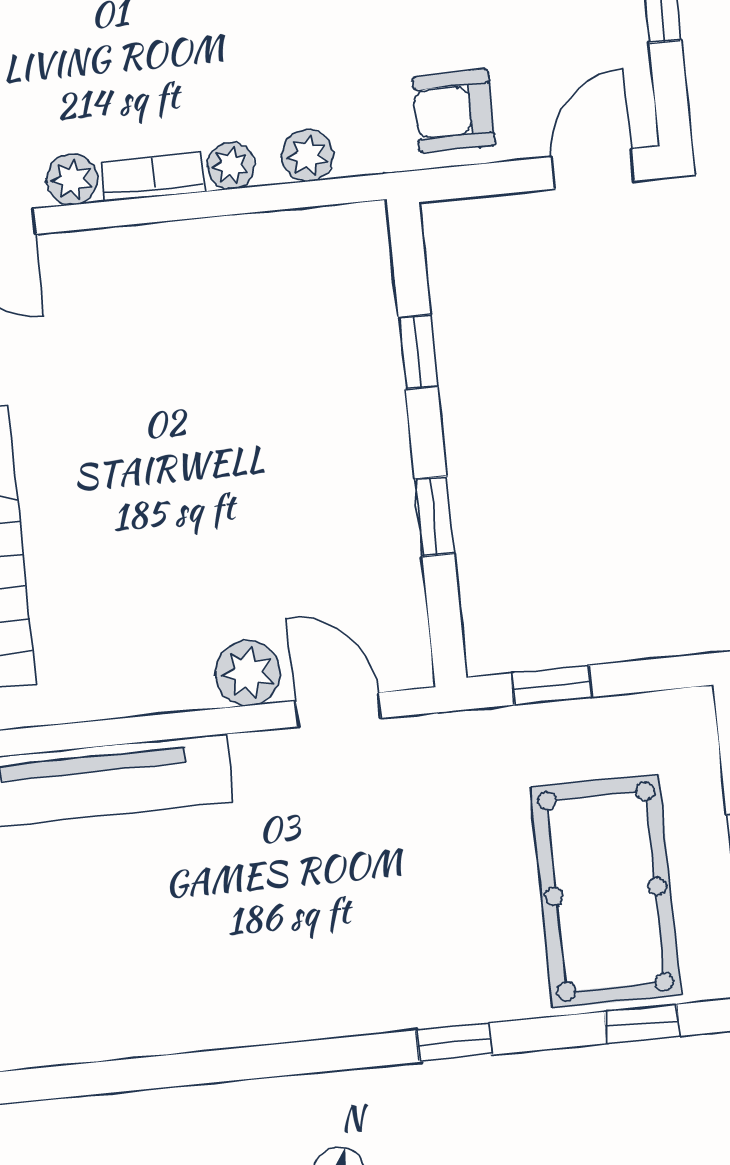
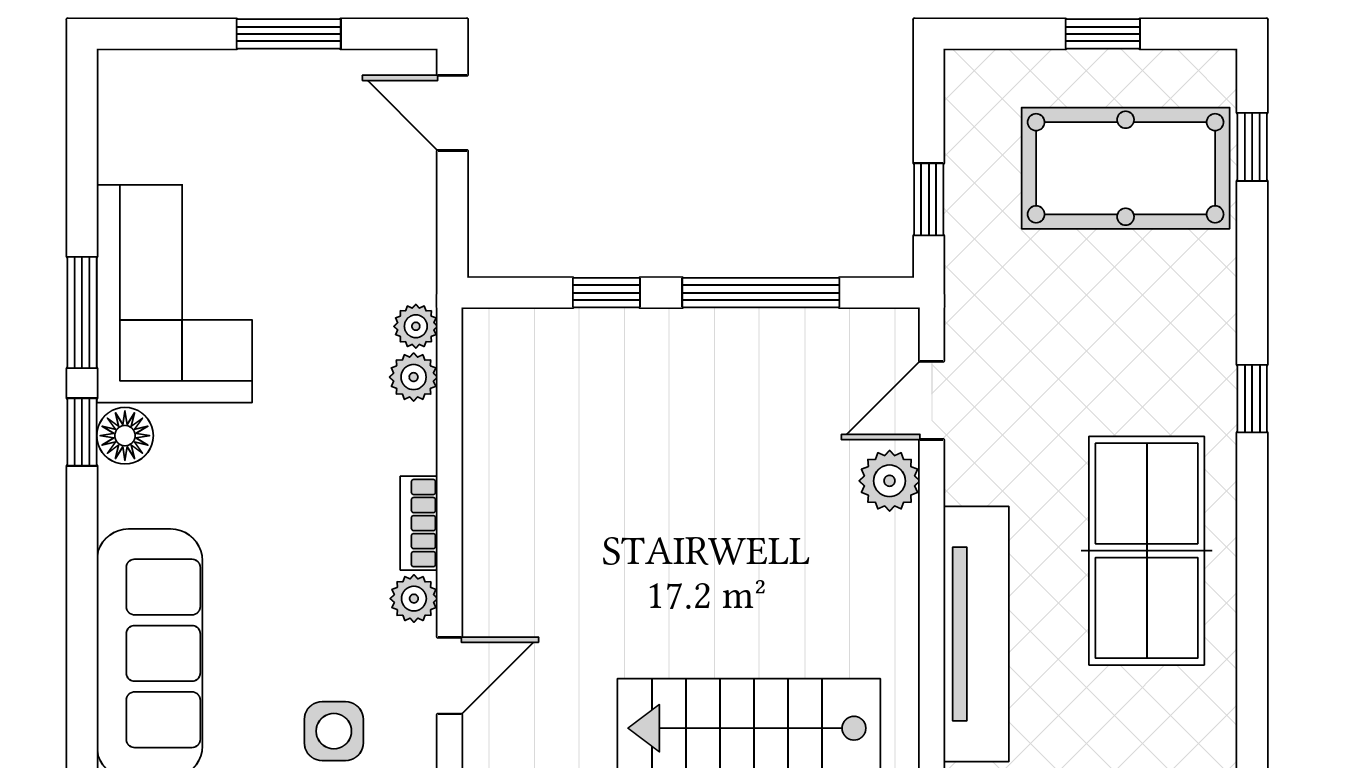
armchair: (454, 111) -> (386, 237), removed
plant: (231, 166) -> (416, 326), moved
window: (434, 516) -> (761, 293), width x2.17
table tennis table: (201, 954) -> (1147, 551), added
window: (454, 1043) -> (1252, 399), moved

